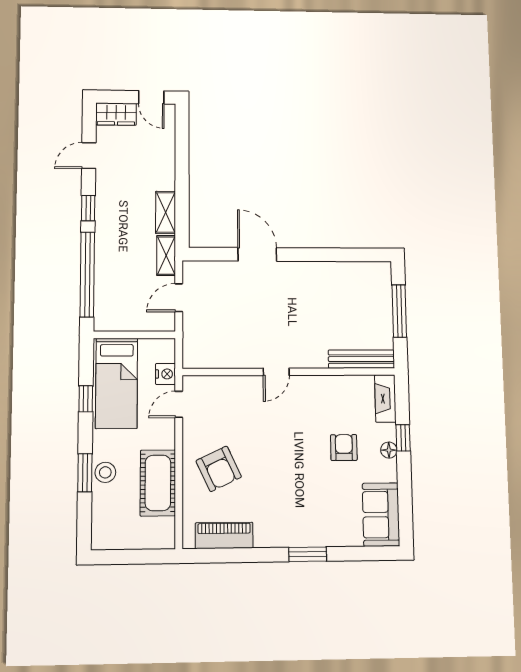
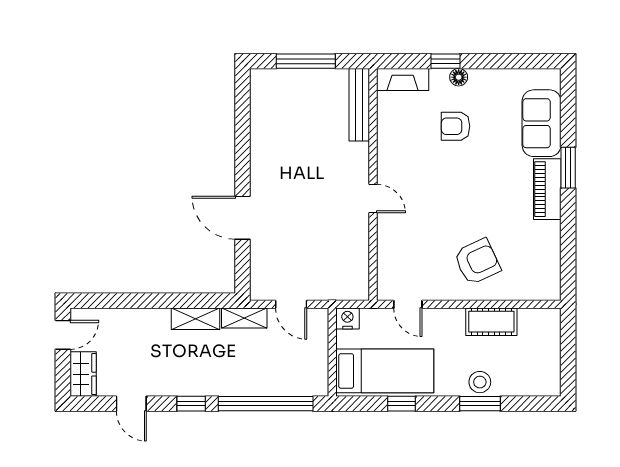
door: (257, 254) -> (242, 218), hinge flipped
nightstand: (166, 374) -> (347, 318), moved
cot: (158, 483) -> (491, 322), width x0.73, depth x0.75
sofa: (381, 515) -> (542, 123), moved, turned 90
piano: (224, 535) -> (547, 189), moved

